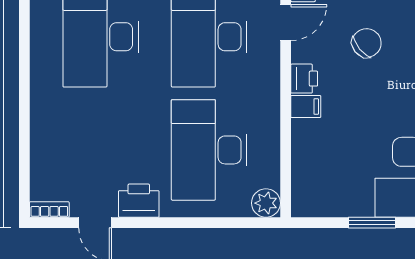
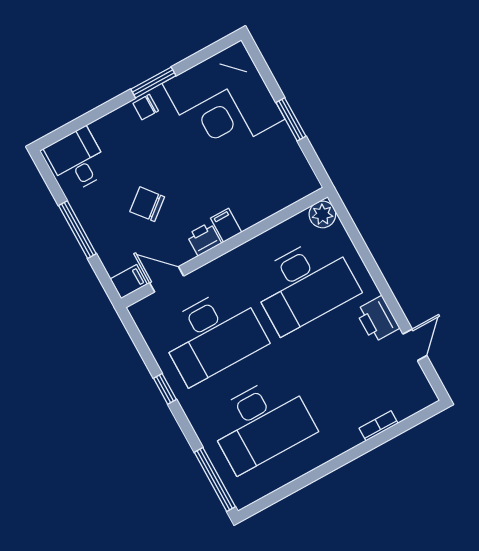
bookcase: (49, 209) -> (379, 426), moved, turned 90

